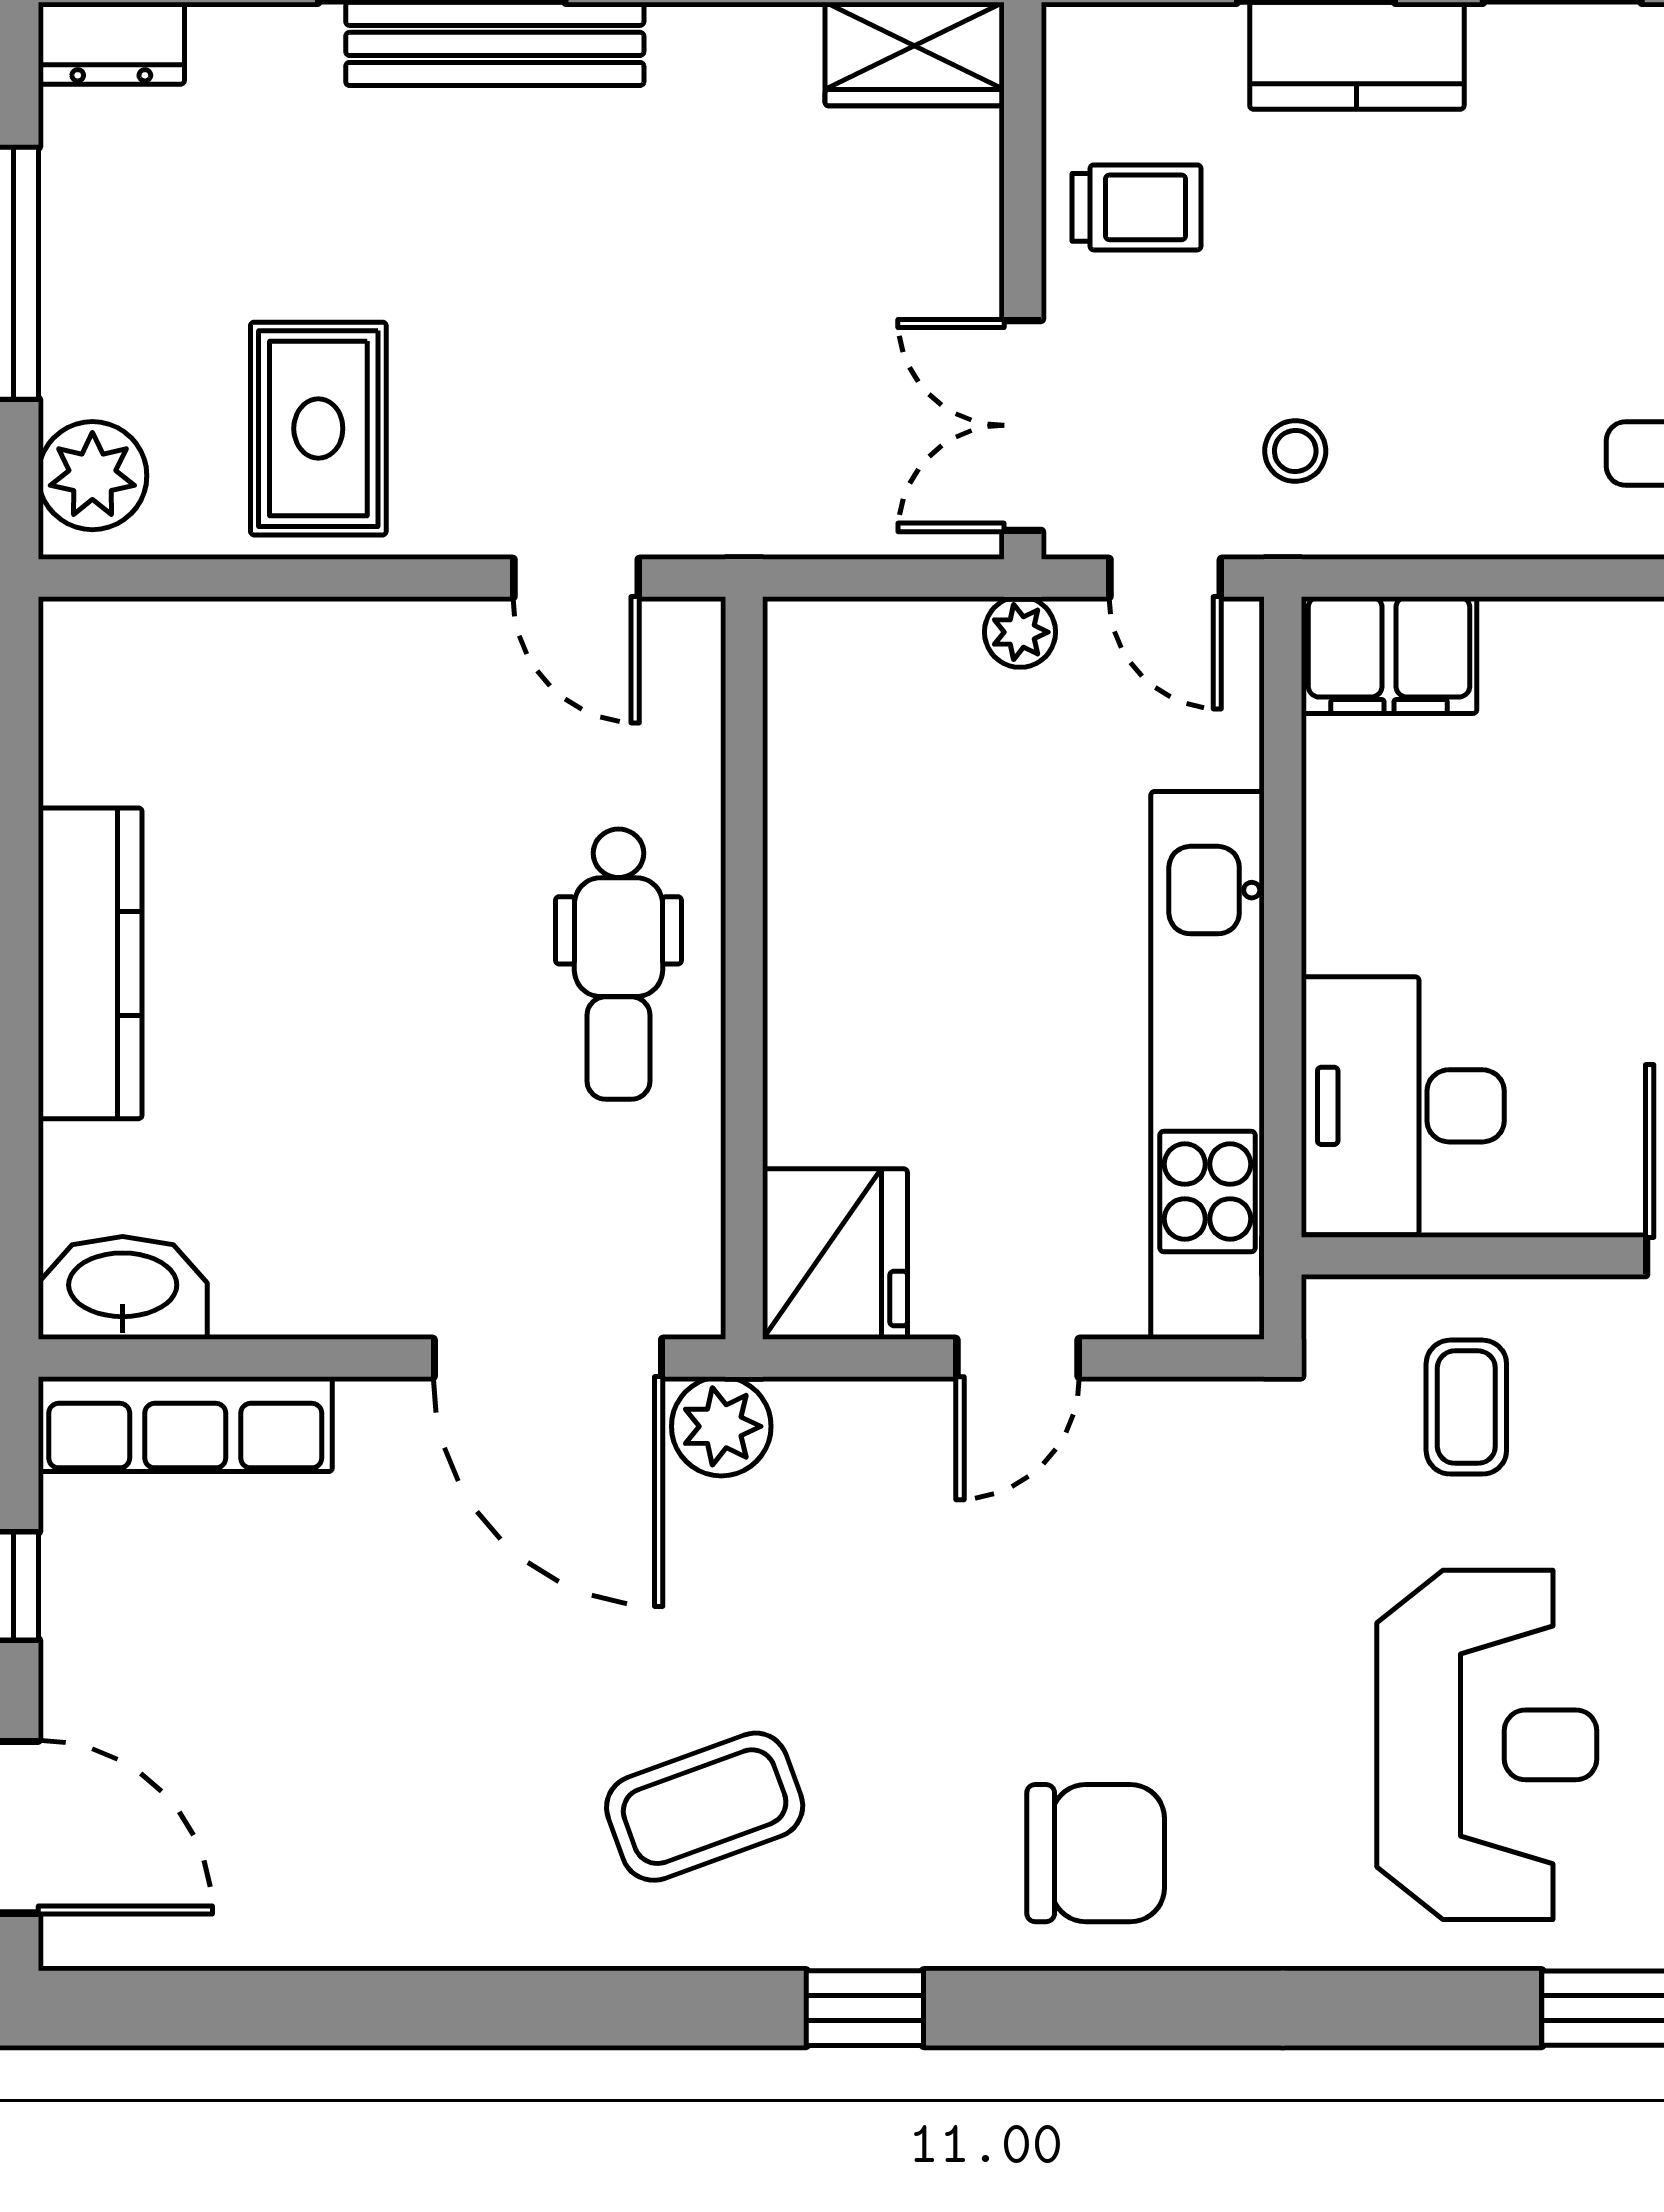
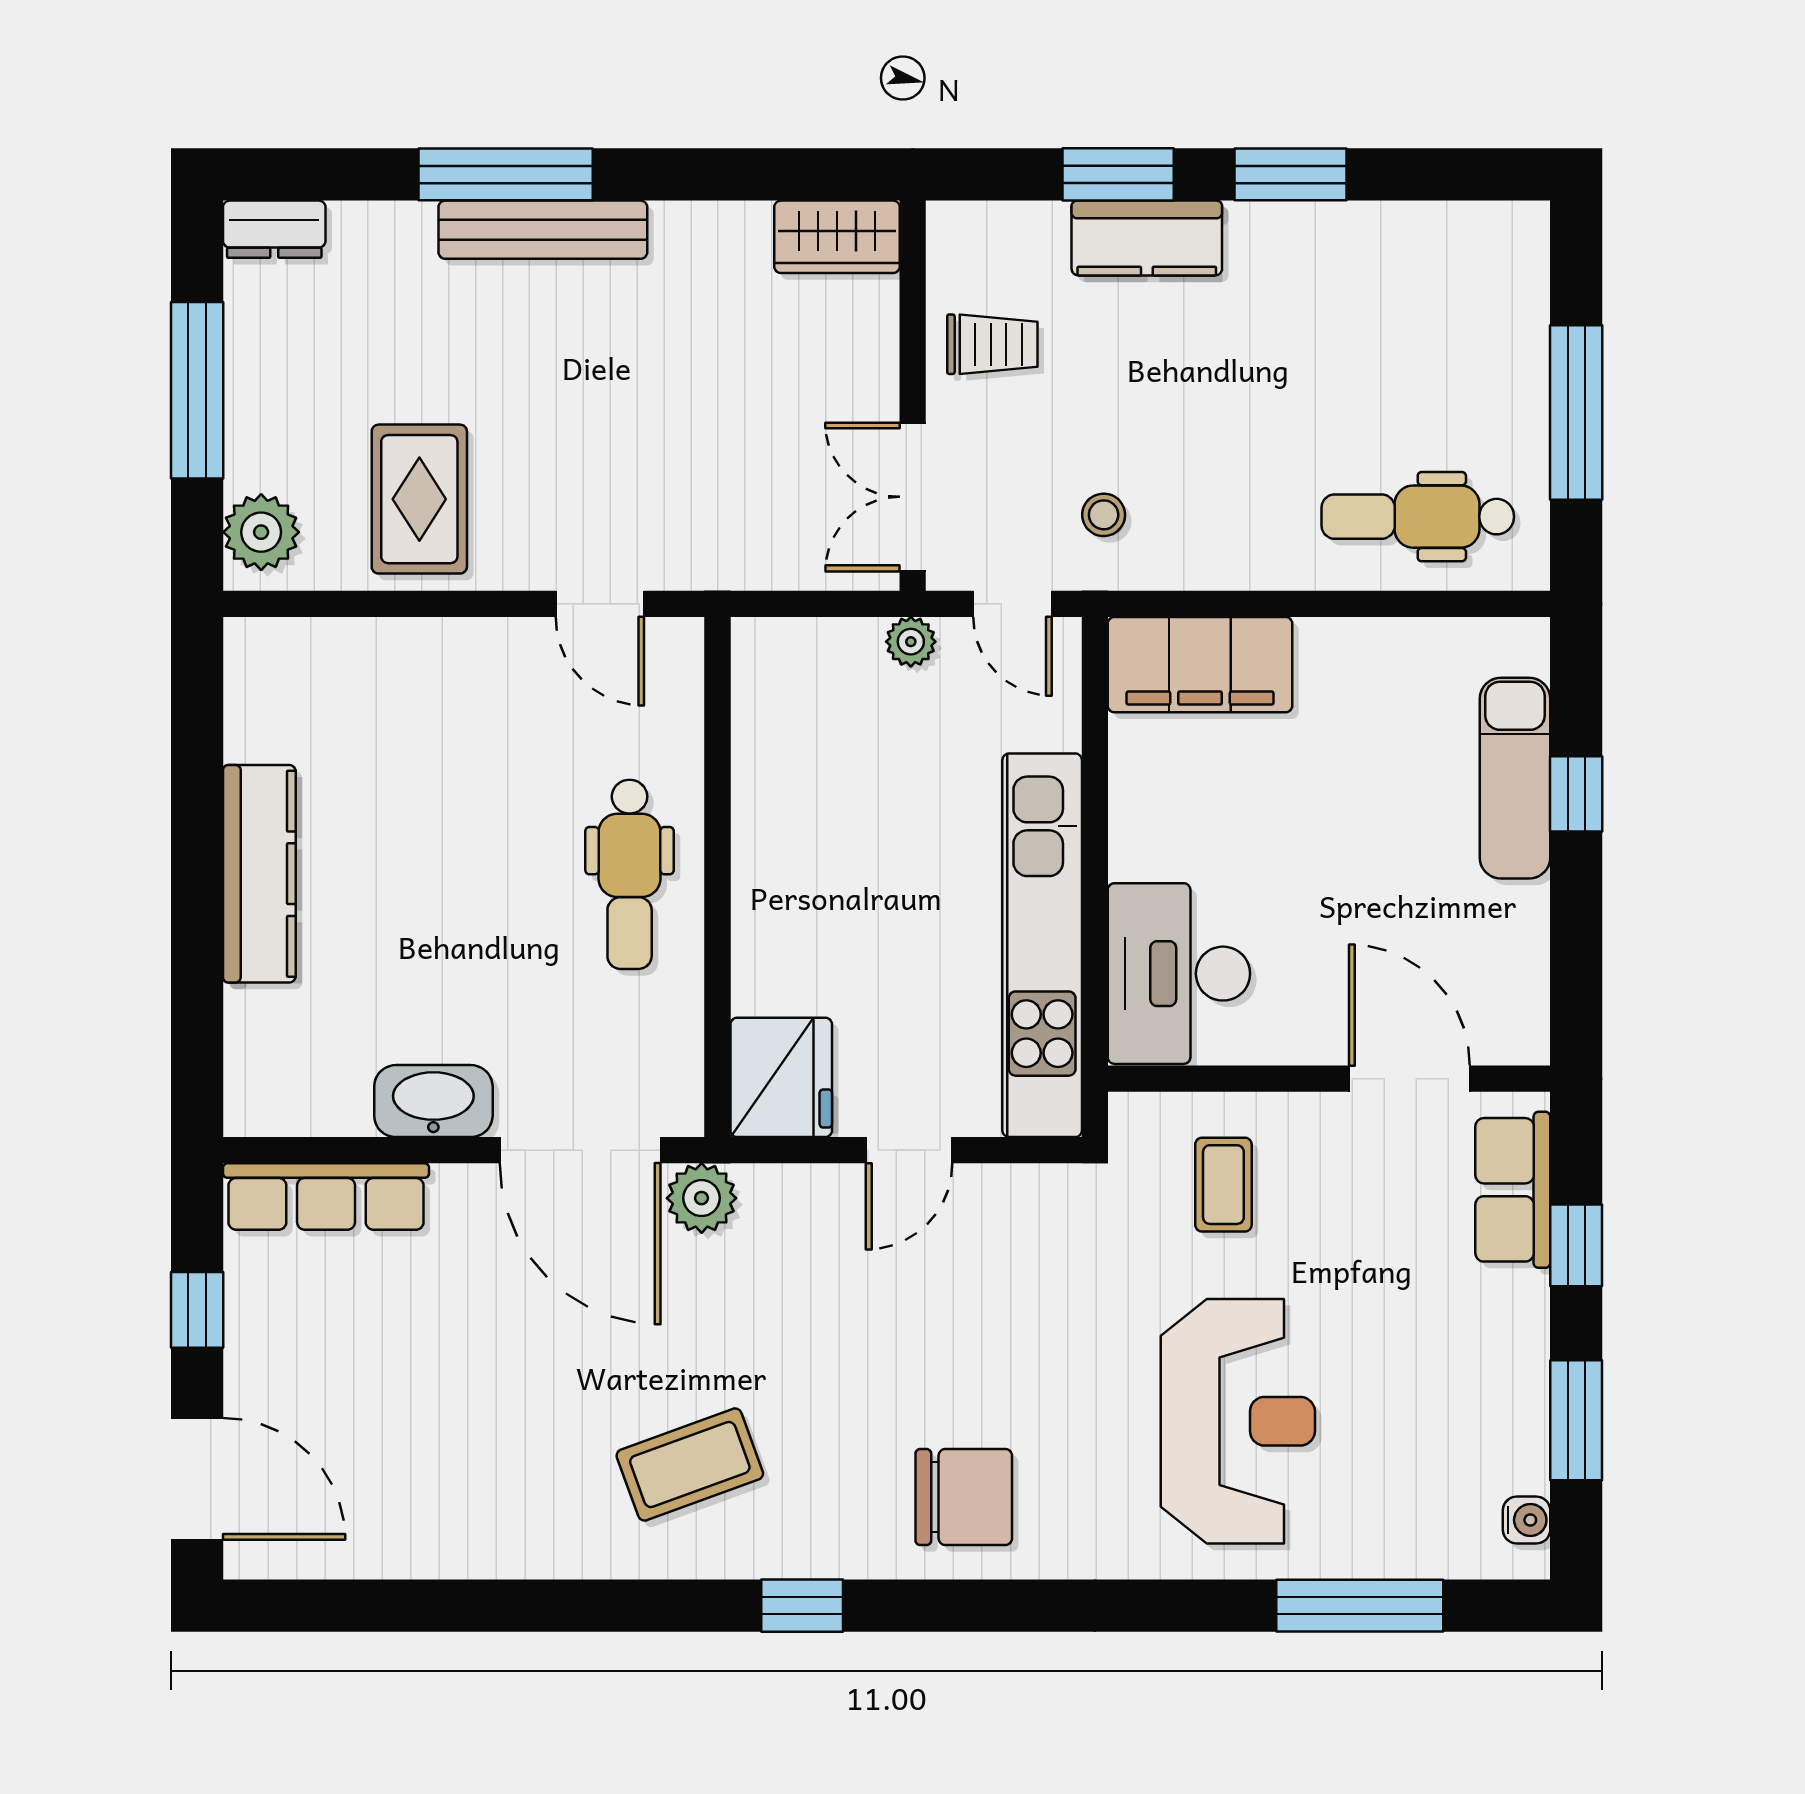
filing cabinet: (1389, 655) -> (1200, 665), width x1.50, depth x1.17
washbasin: (123, 1288) -> (433, 1101), moved

